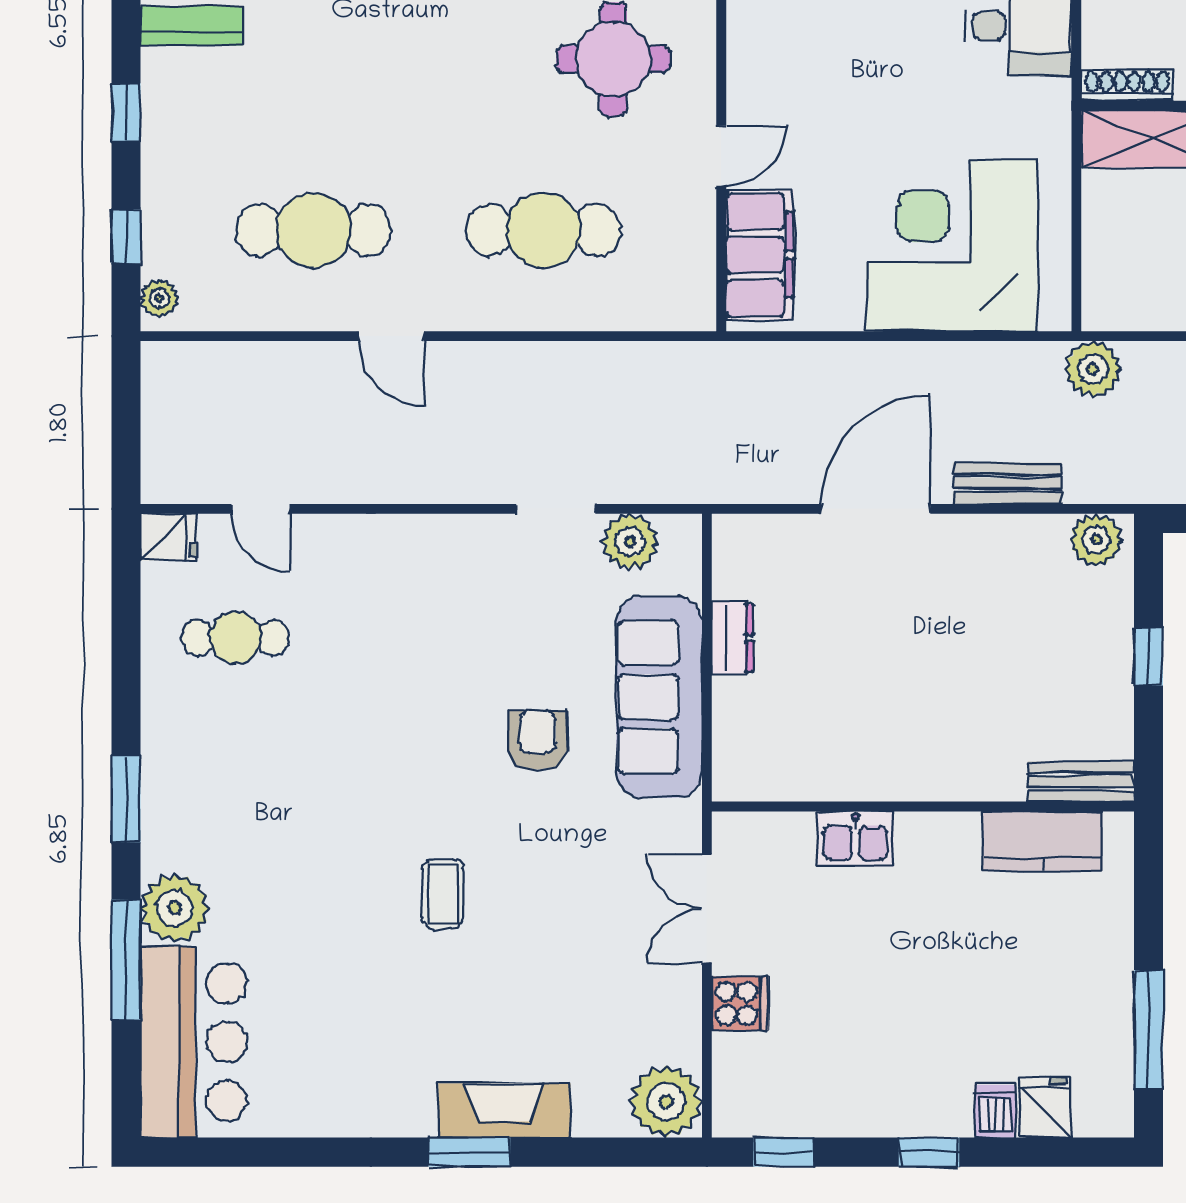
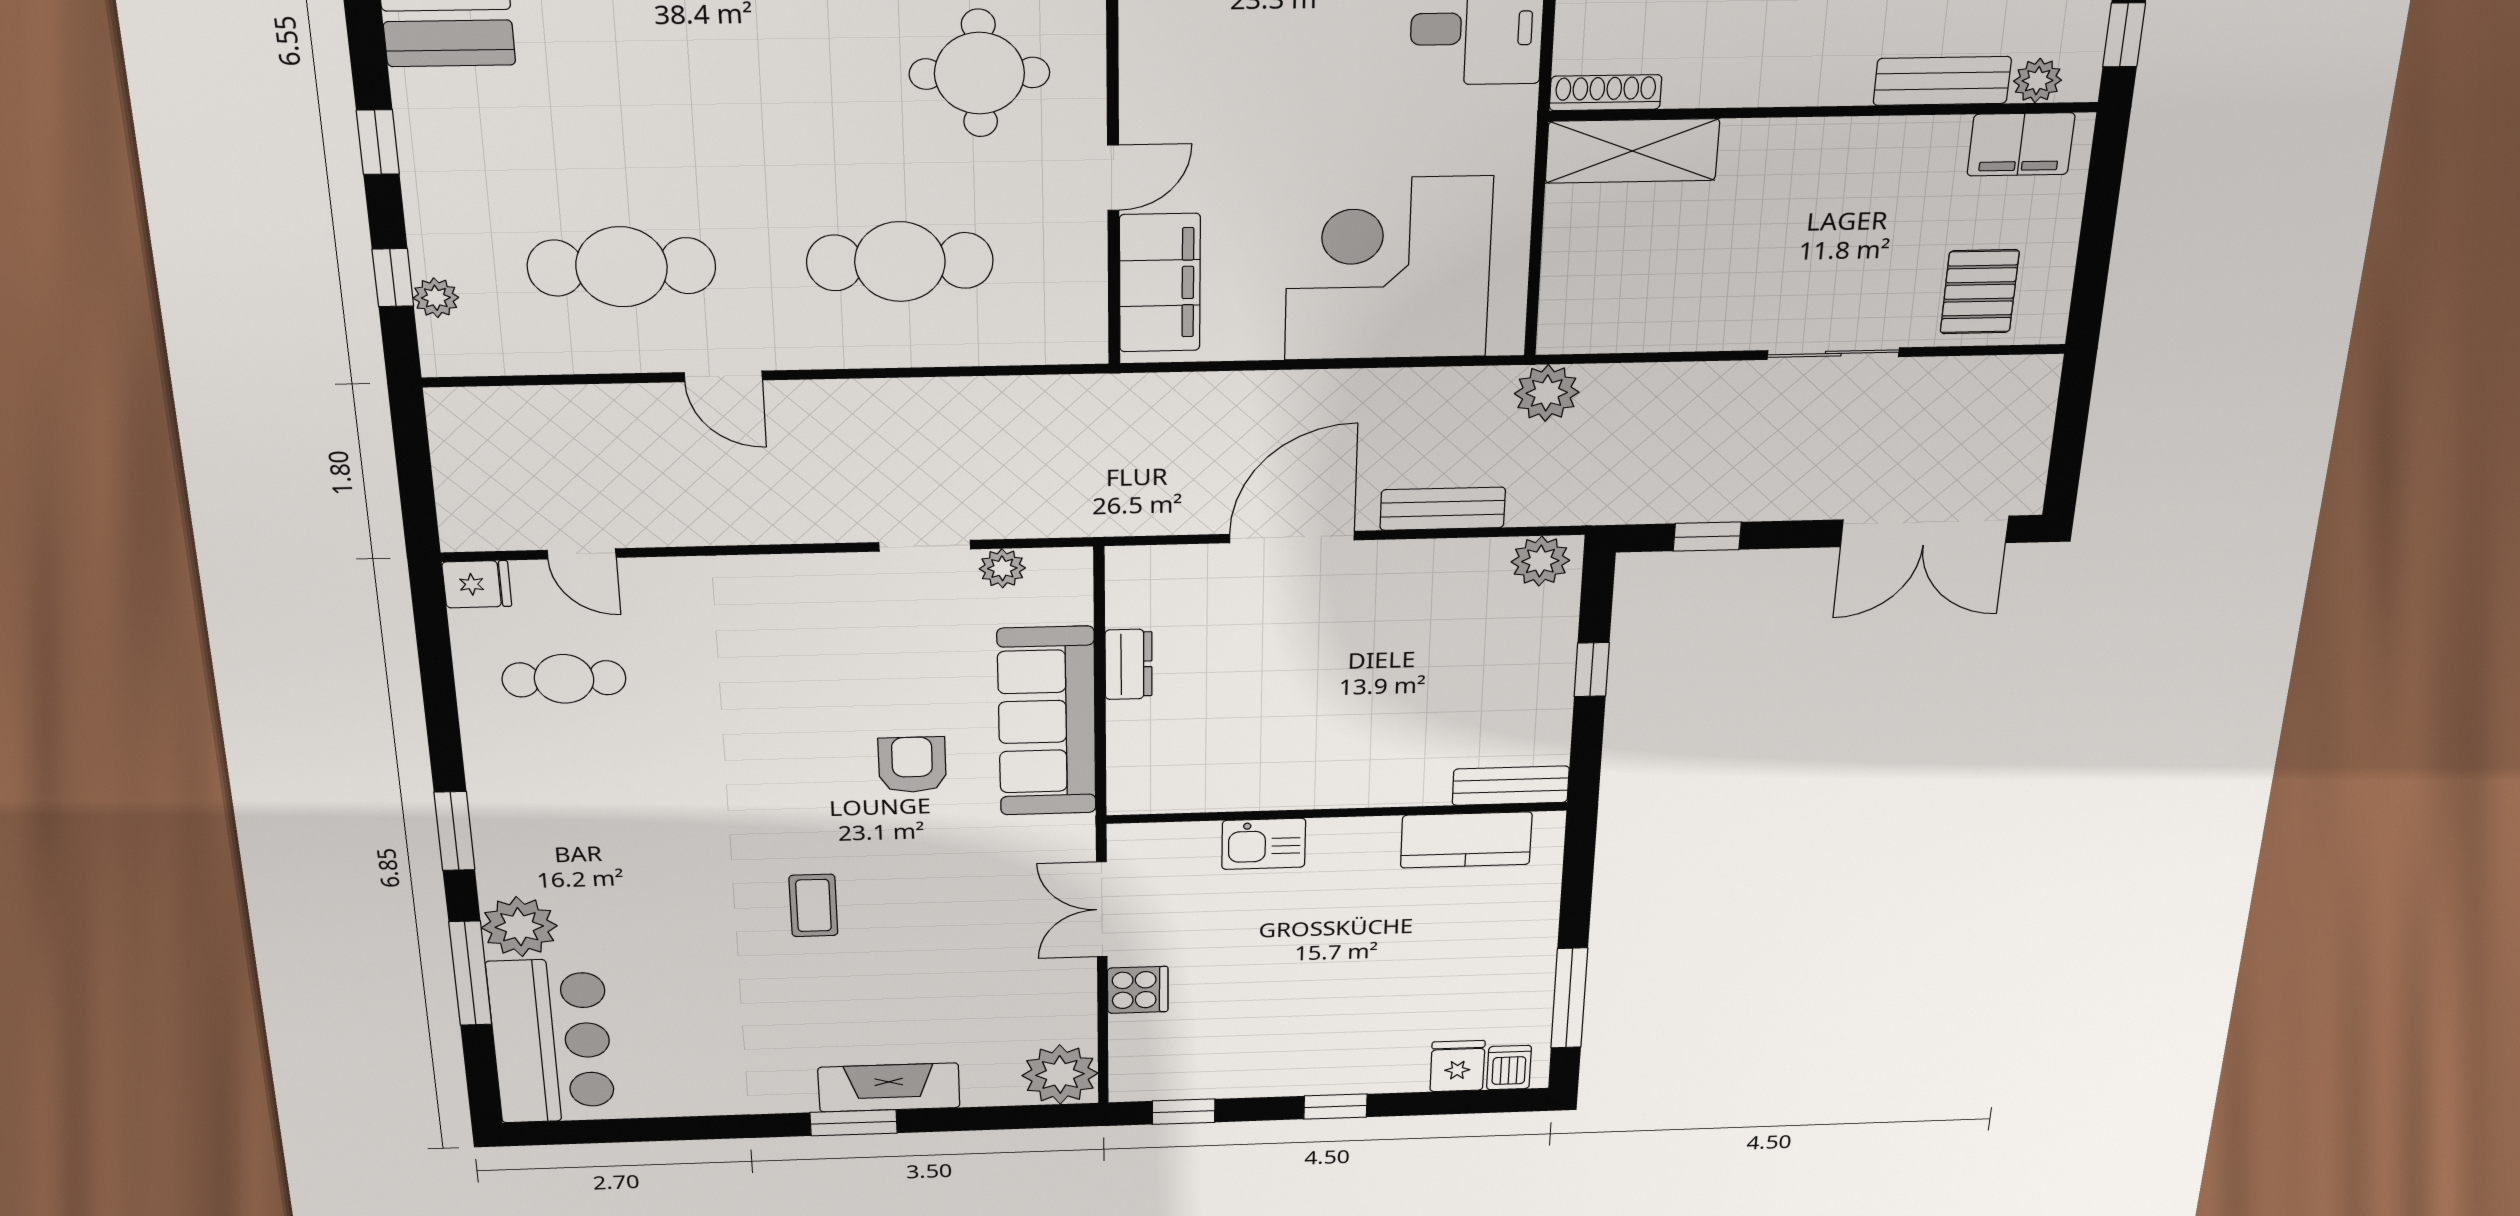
plant: (159, 298) -> (436, 298), moved
plant: (630, 542) -> (1002, 568), width x0.73, depth x0.73
dishwasher: (995, 1111) -> (1509, 1068), moved

